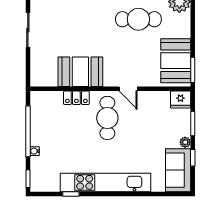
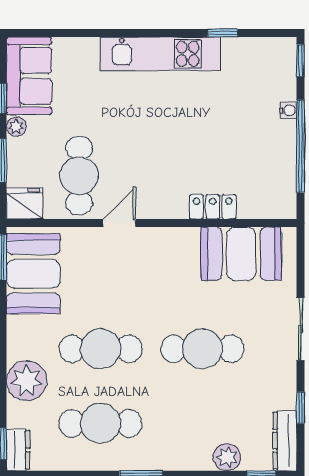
cafe table: (82, 19) -> (202, 349), added
booth: (80, 72) -> (241, 254), moved
door: (128, 89) -> (119, 223), hinge flipped
cafe table: (107, 118) -> (79, 176), moved
kitchen unit: (106, 182) -> (160, 54), width x0.73

